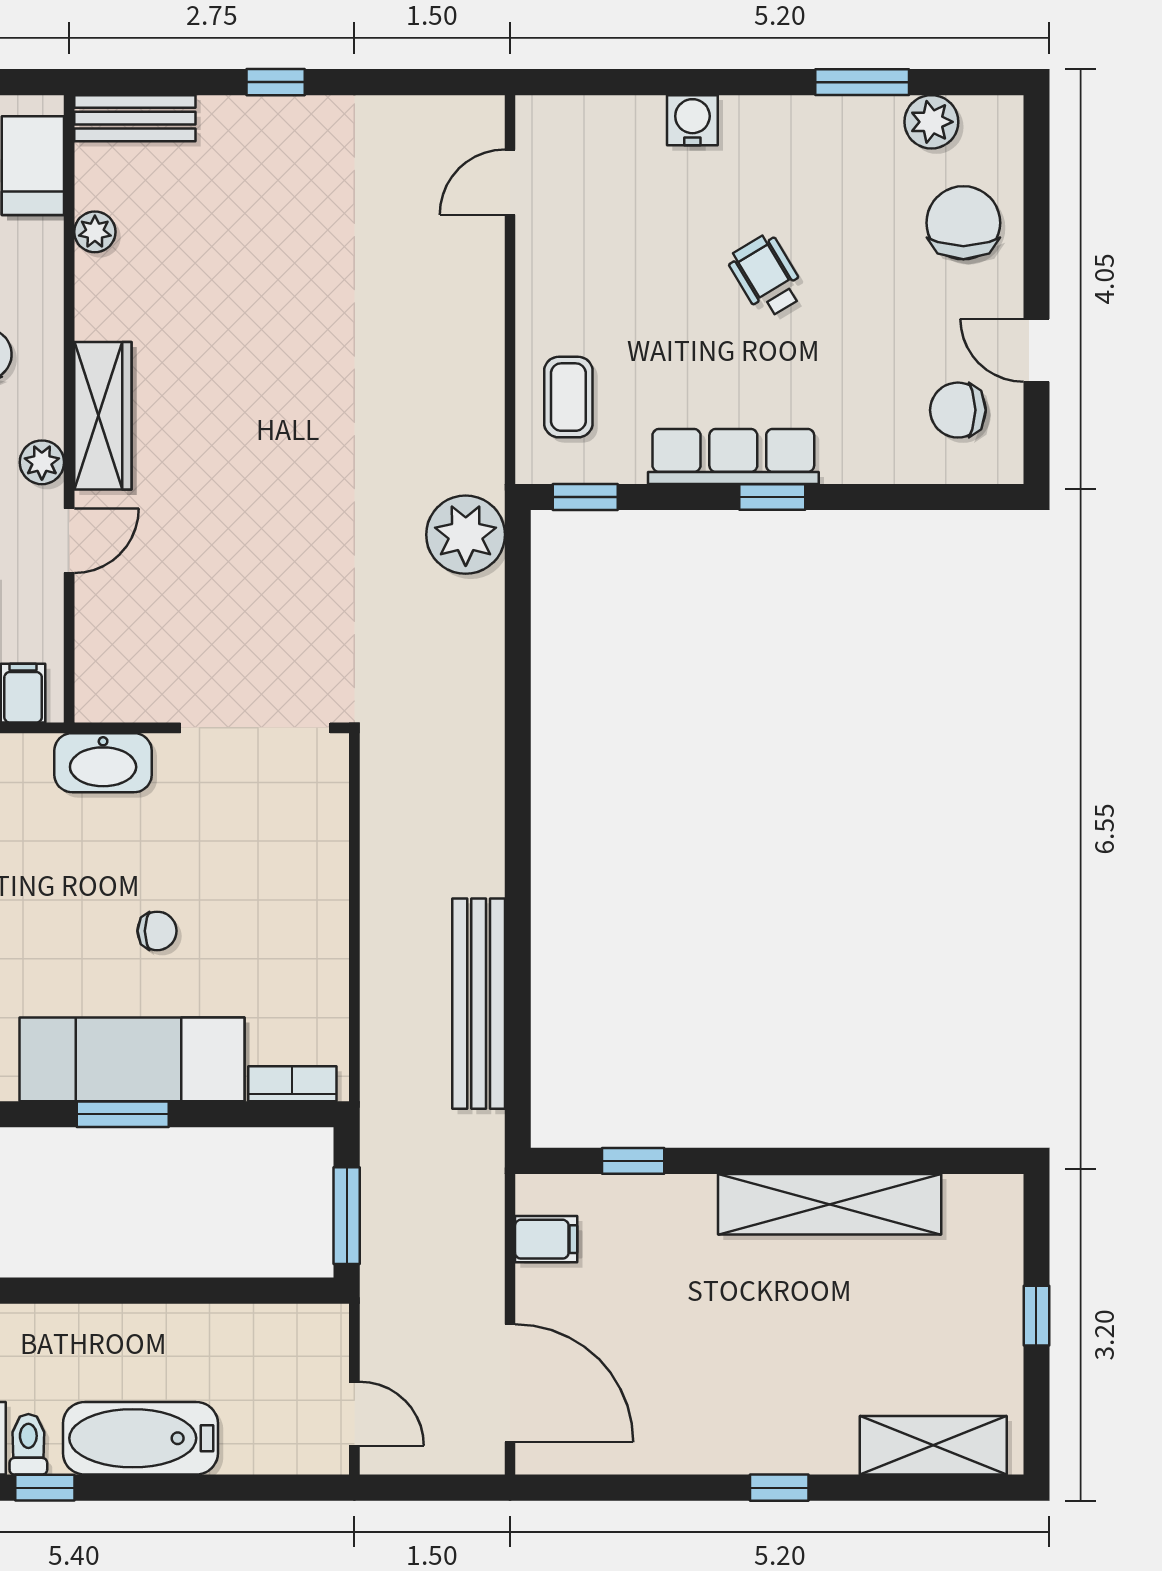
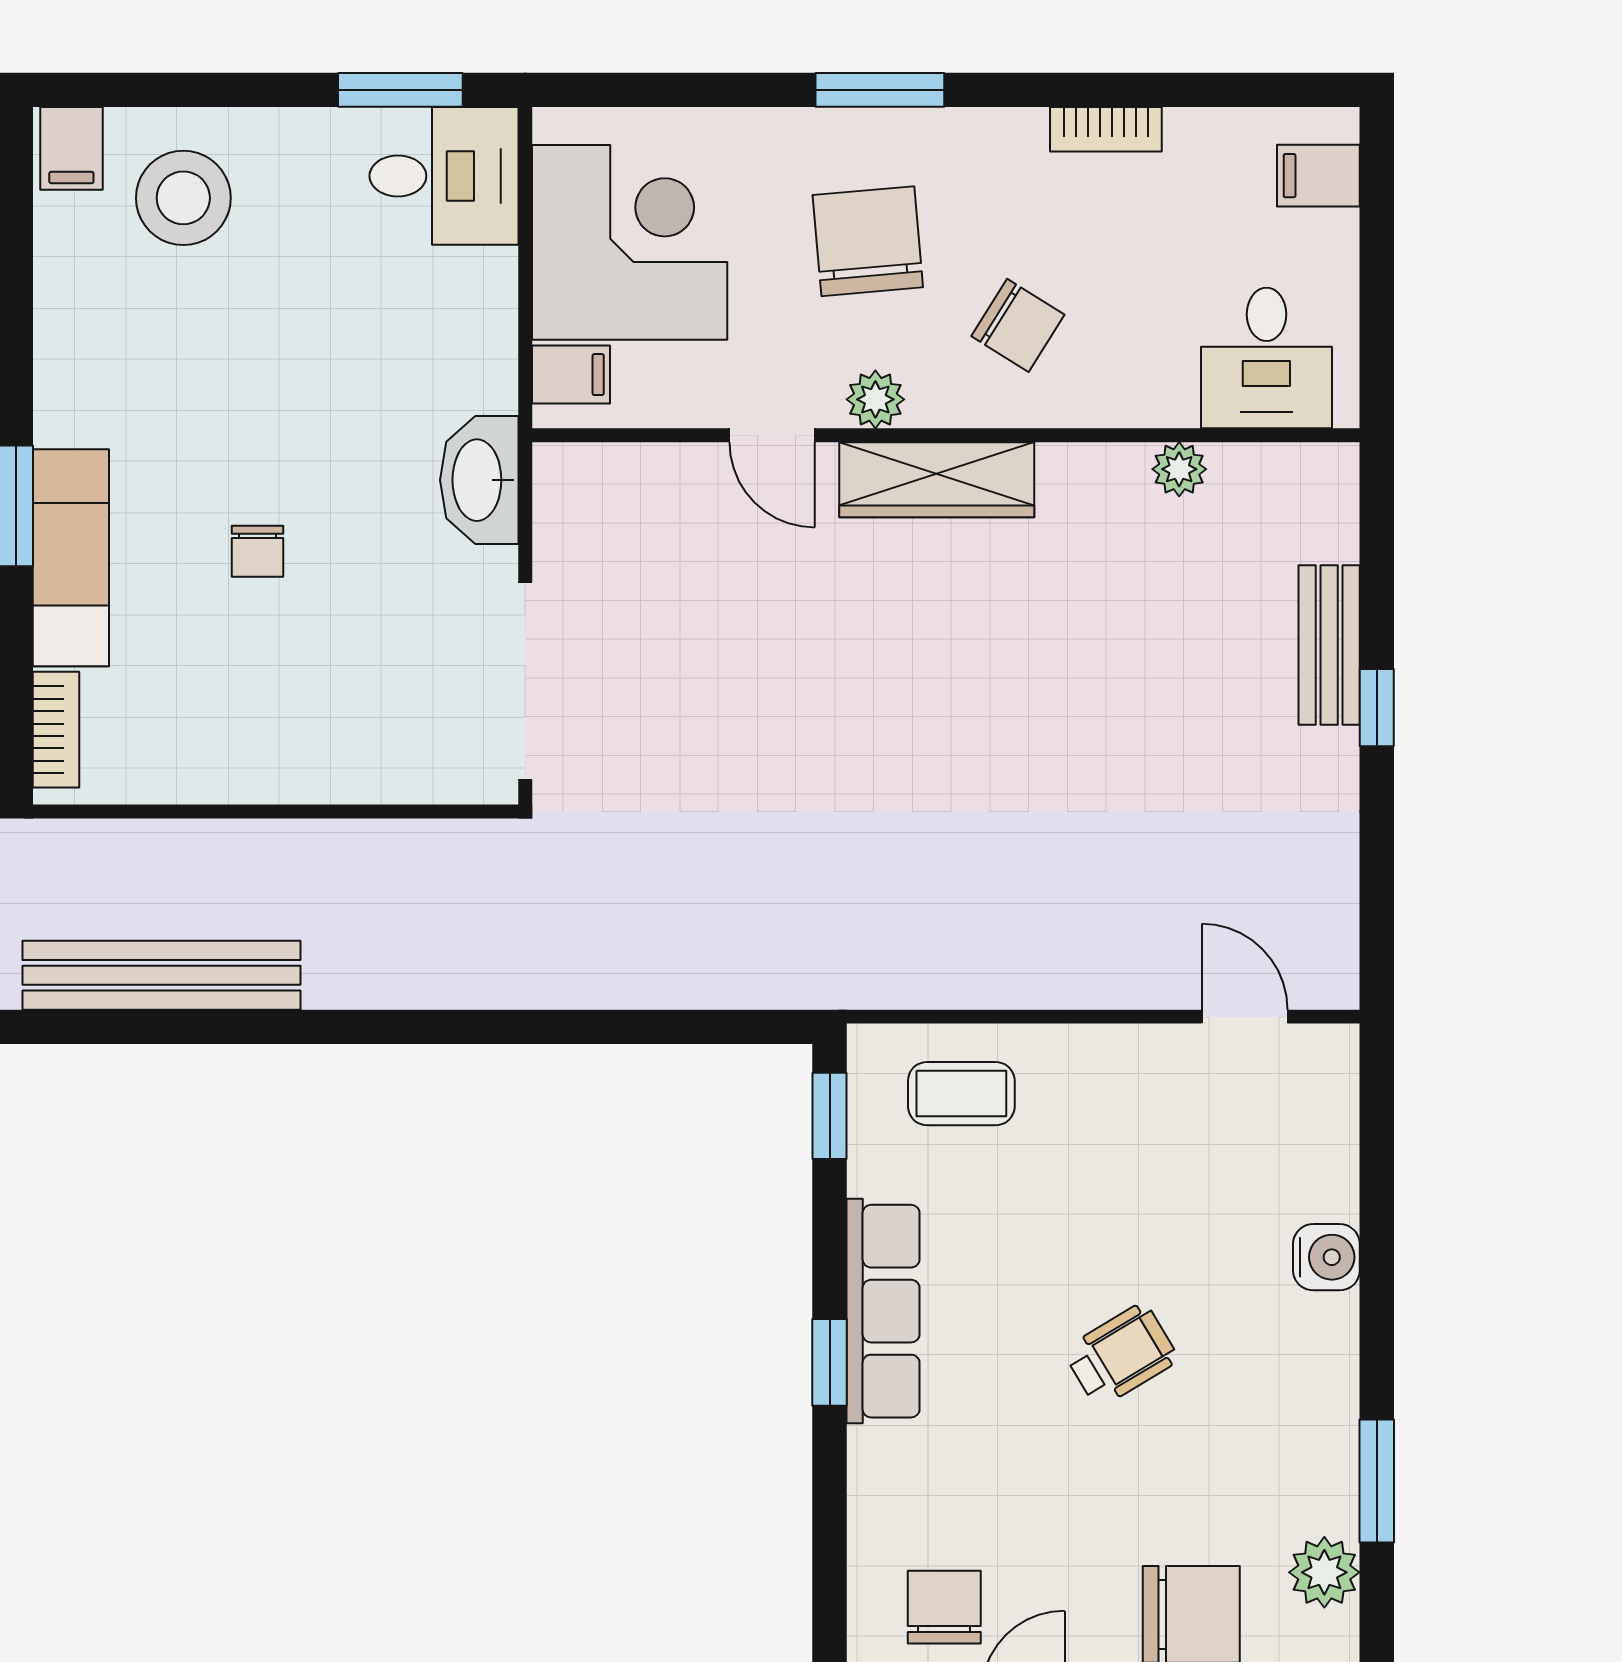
bench: (135, 118) -> (1329, 645), moved
plant: (466, 535) -> (780, 958), removed
exam couch: (132, 1059) -> (71, 558), width x0.73, depth x0.69

